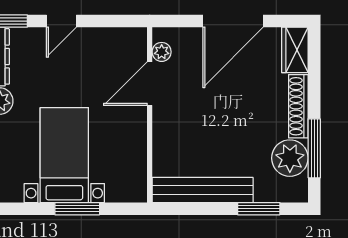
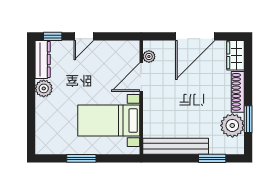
window: (314, 148) -> (248, 119), width x0.69
bed with nightstands: (64, 155) -> (109, 121), moved, turned -90
window: (77, 209) -> (81, 158), moved

